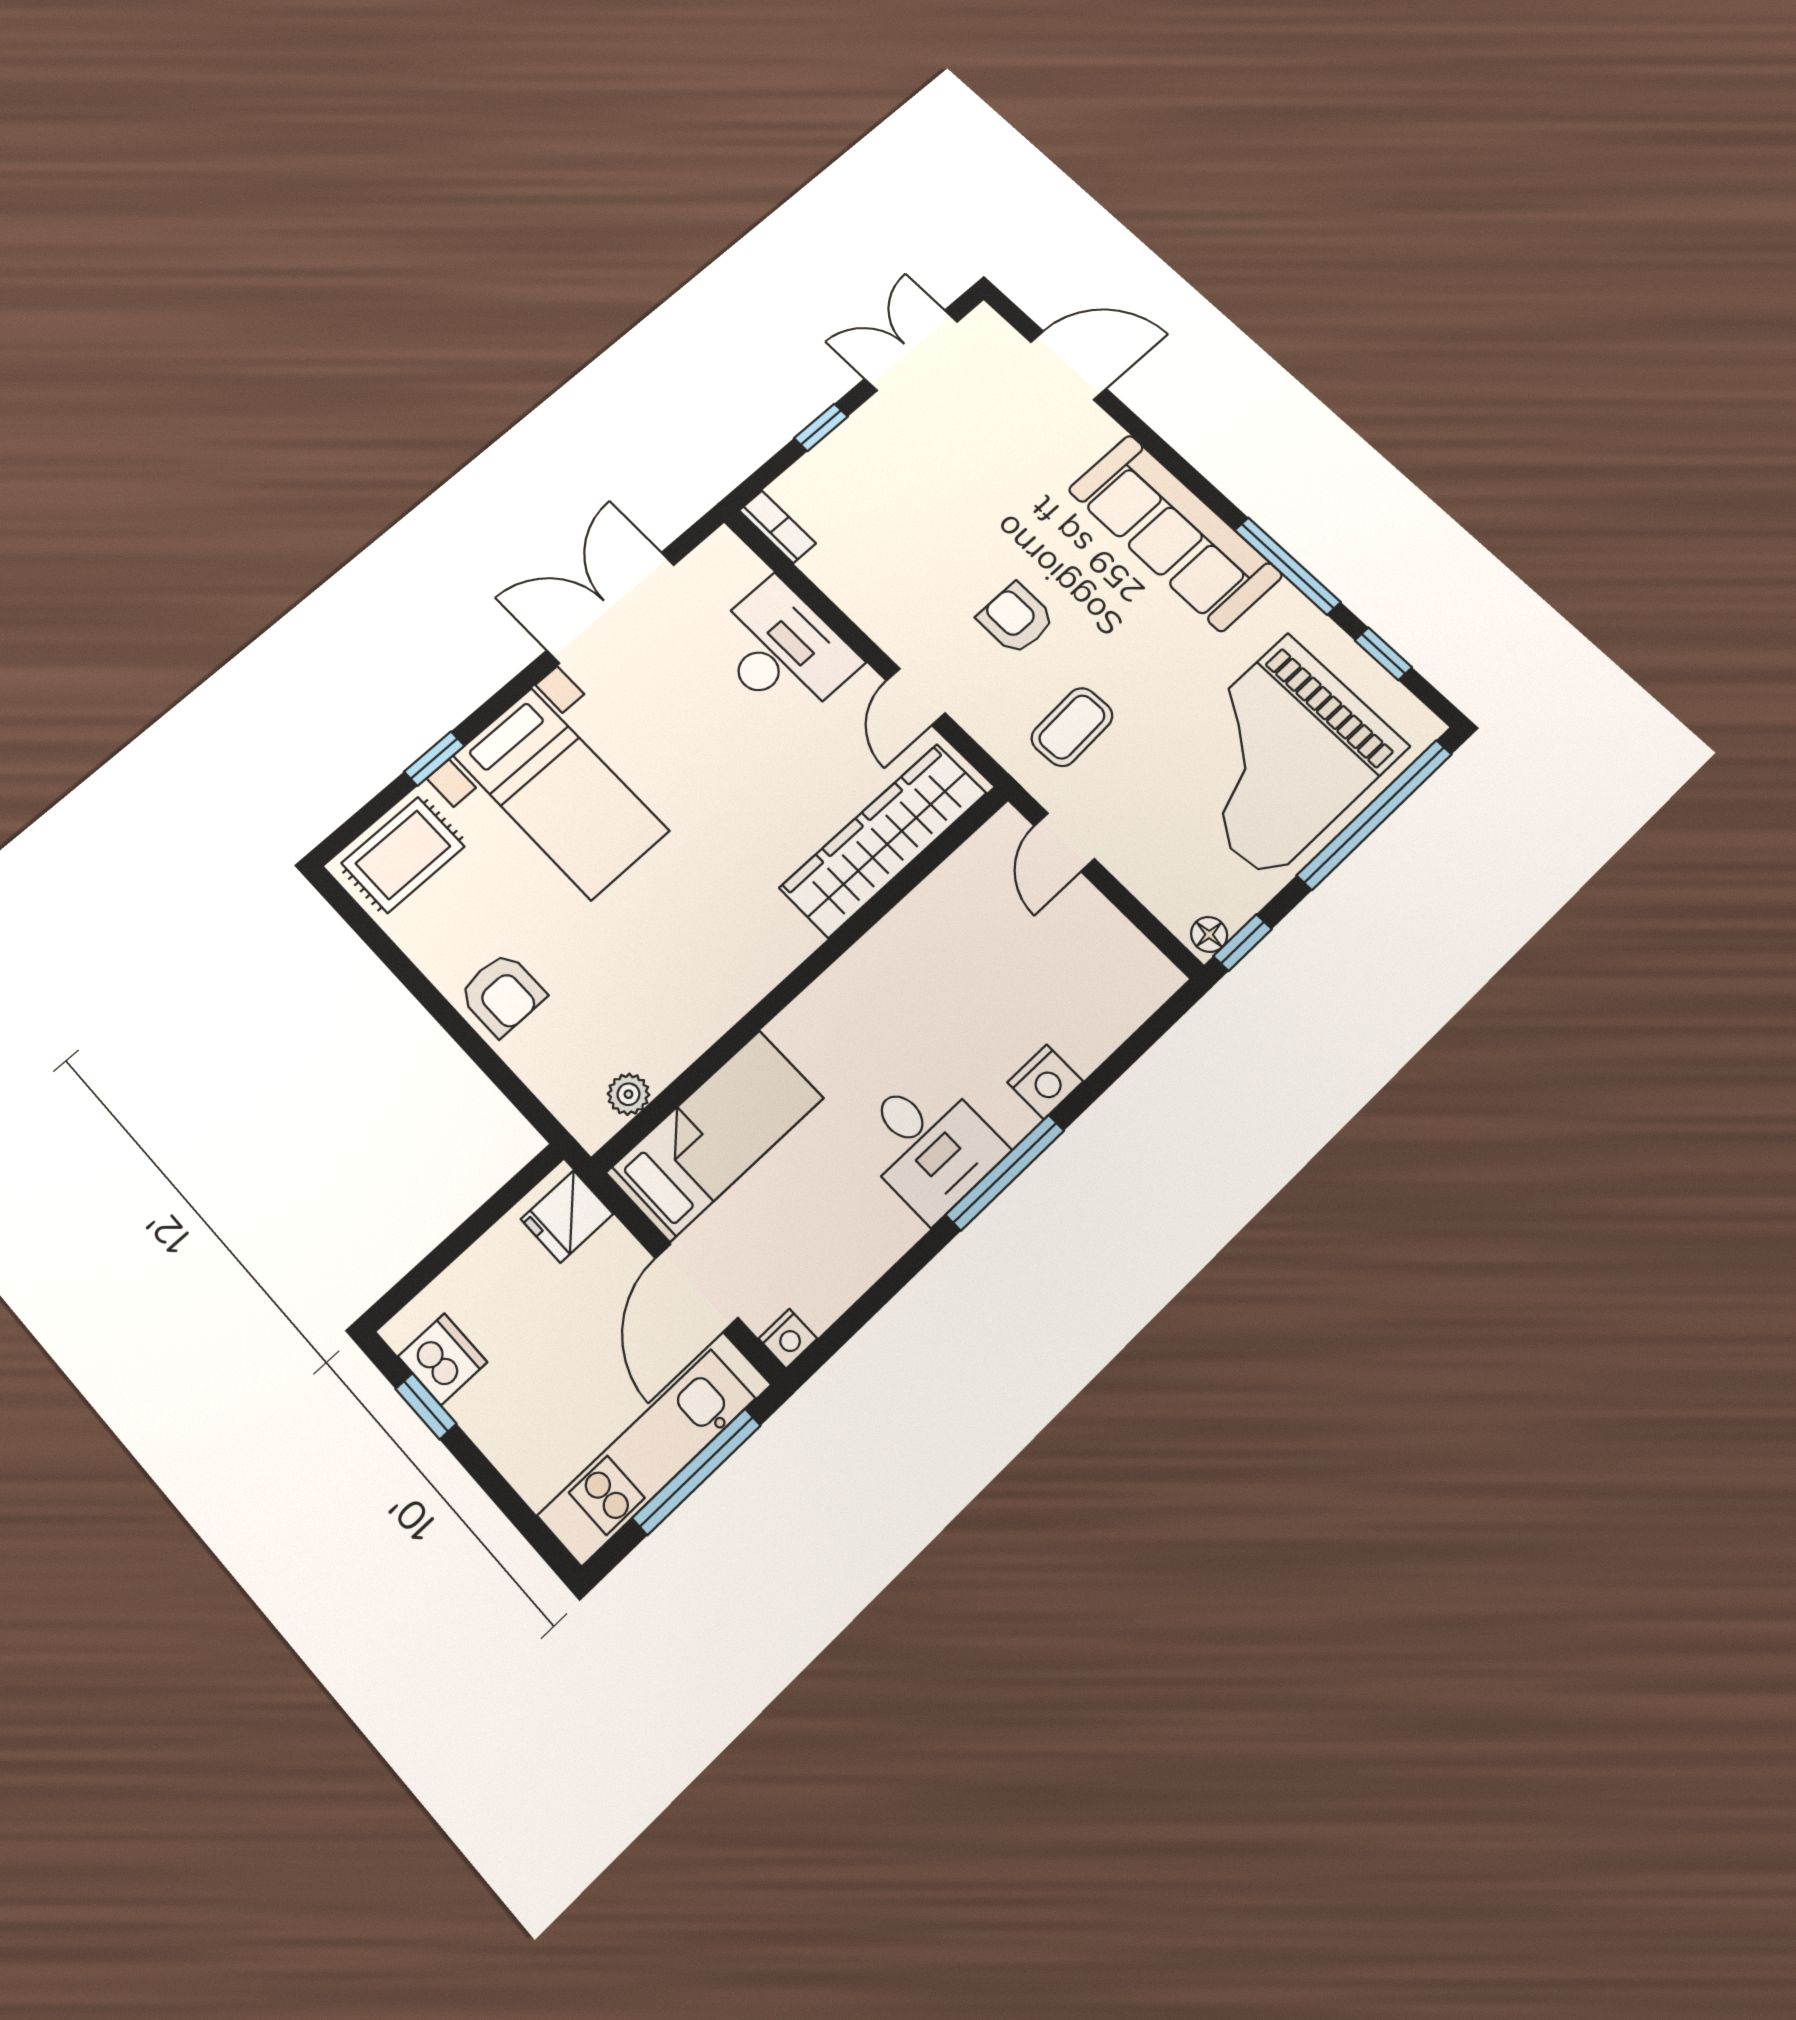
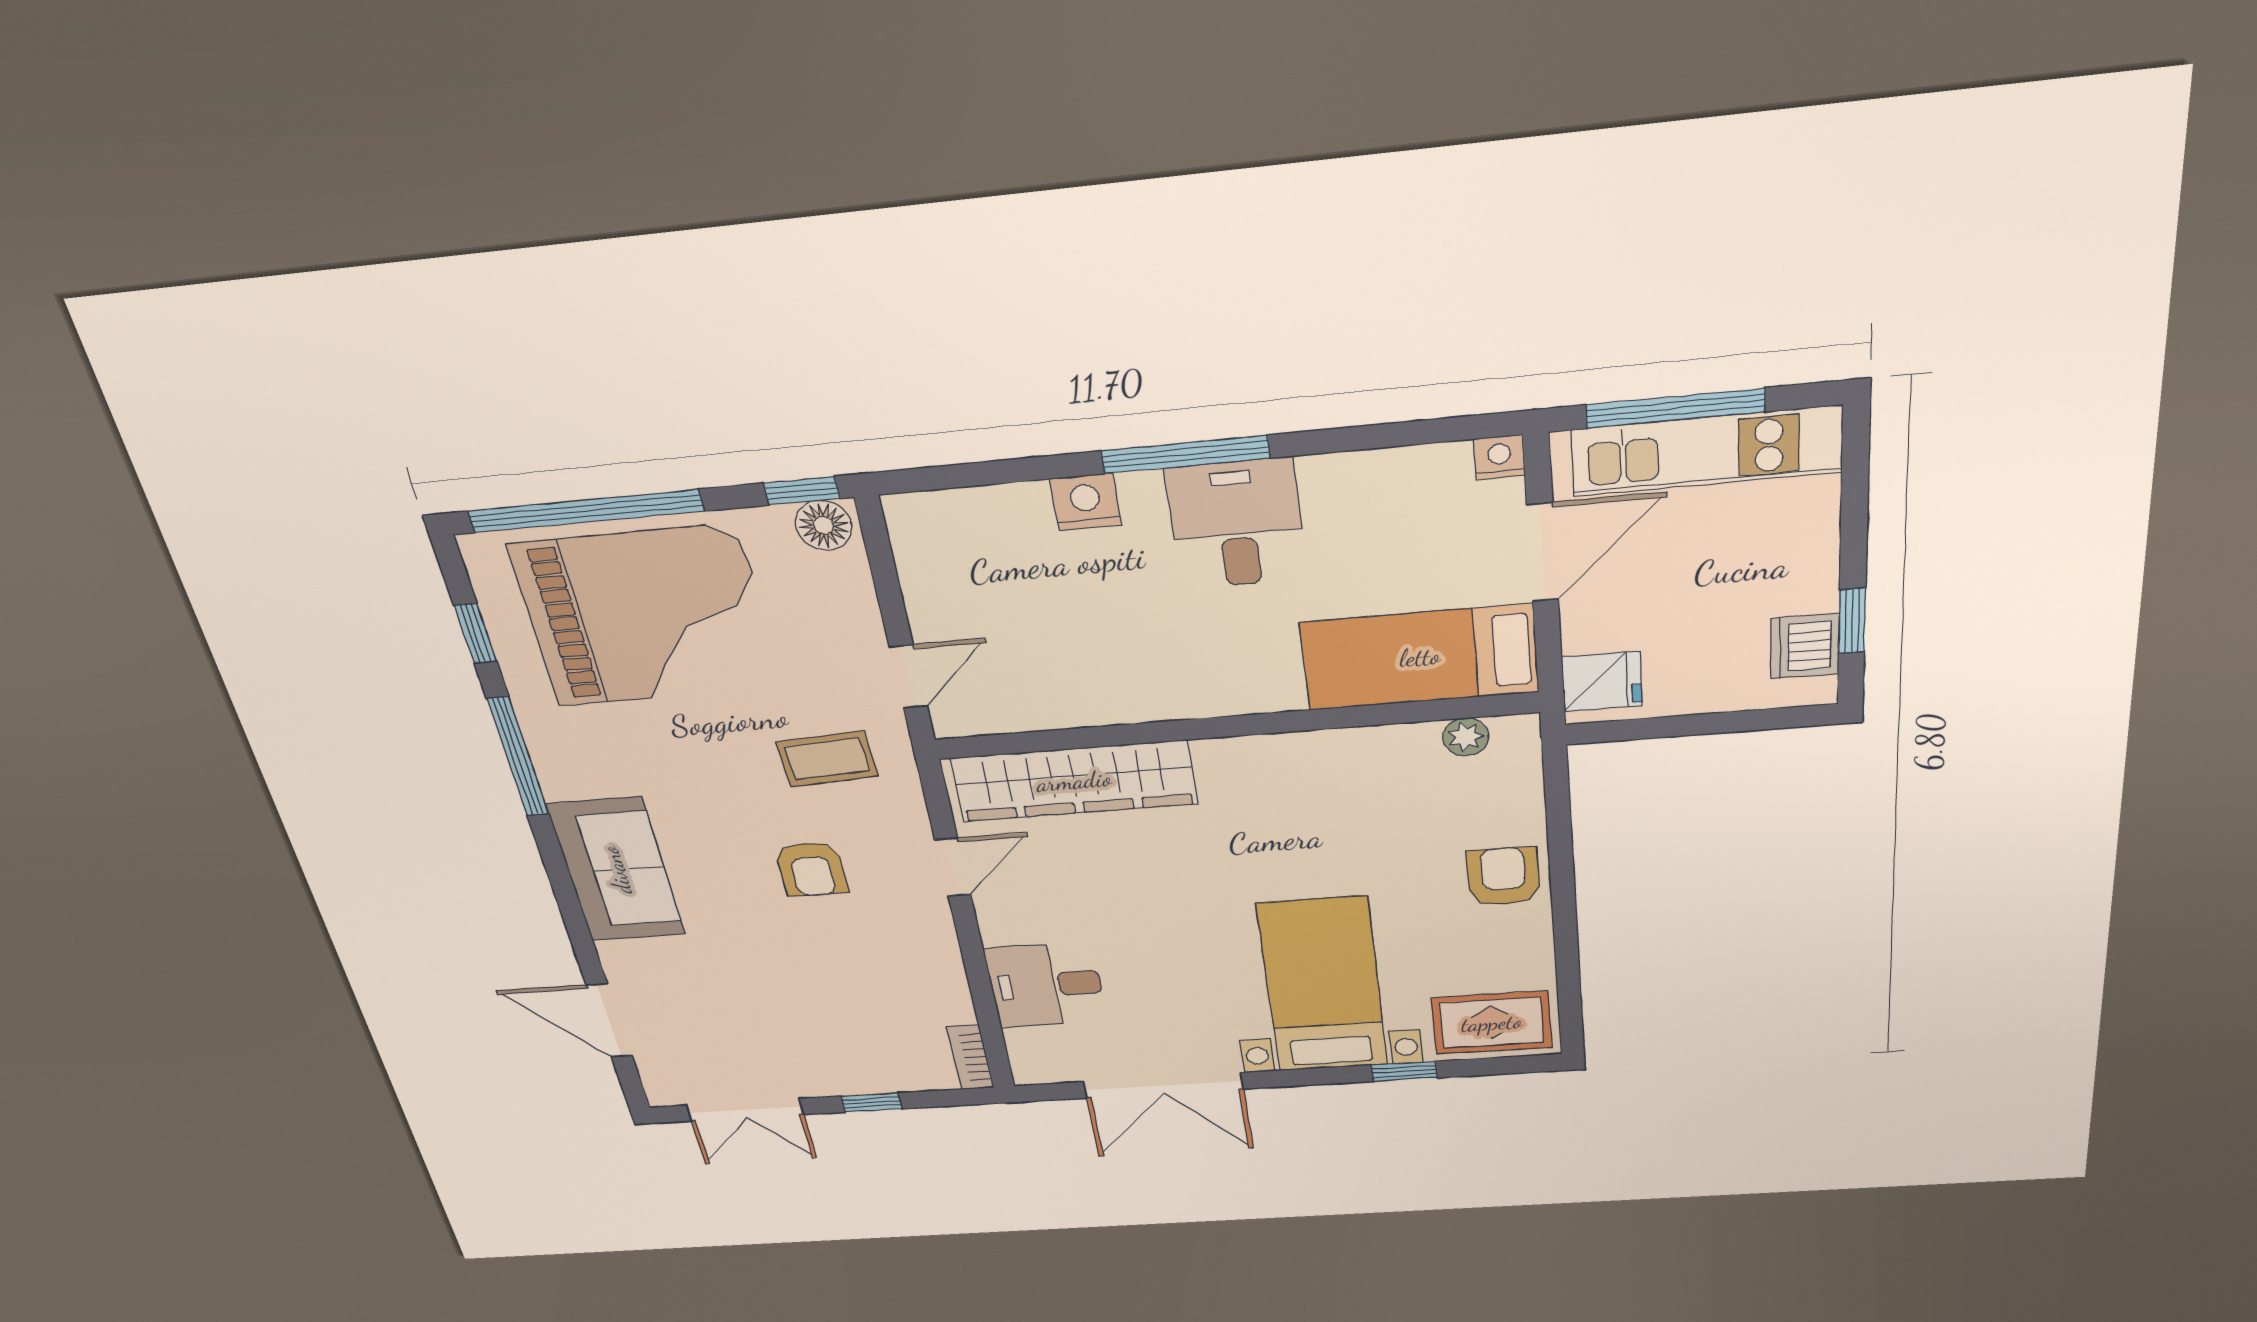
sofa: (1175, 532) -> (616, 870), width x0.73
desk: (782, 651) -> (1046, 985), width x0.73
floor lamp: (1209, 934) -> (824, 525), width x1.37, depth x1.37

